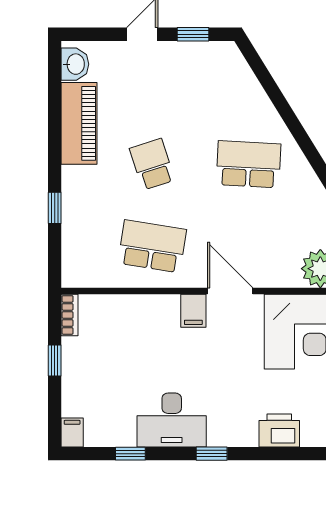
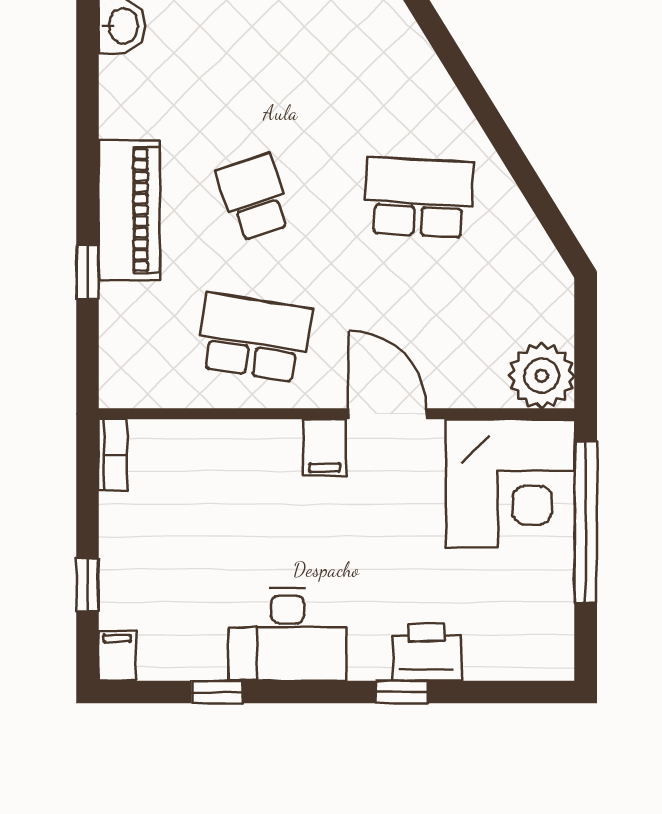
piano: (79, 123) -> (129, 210), moved
window: (55, 360) -> (87, 585), moved
printer: (279, 430) -> (427, 652), moved
window: (212, 454) -> (402, 692), moved

